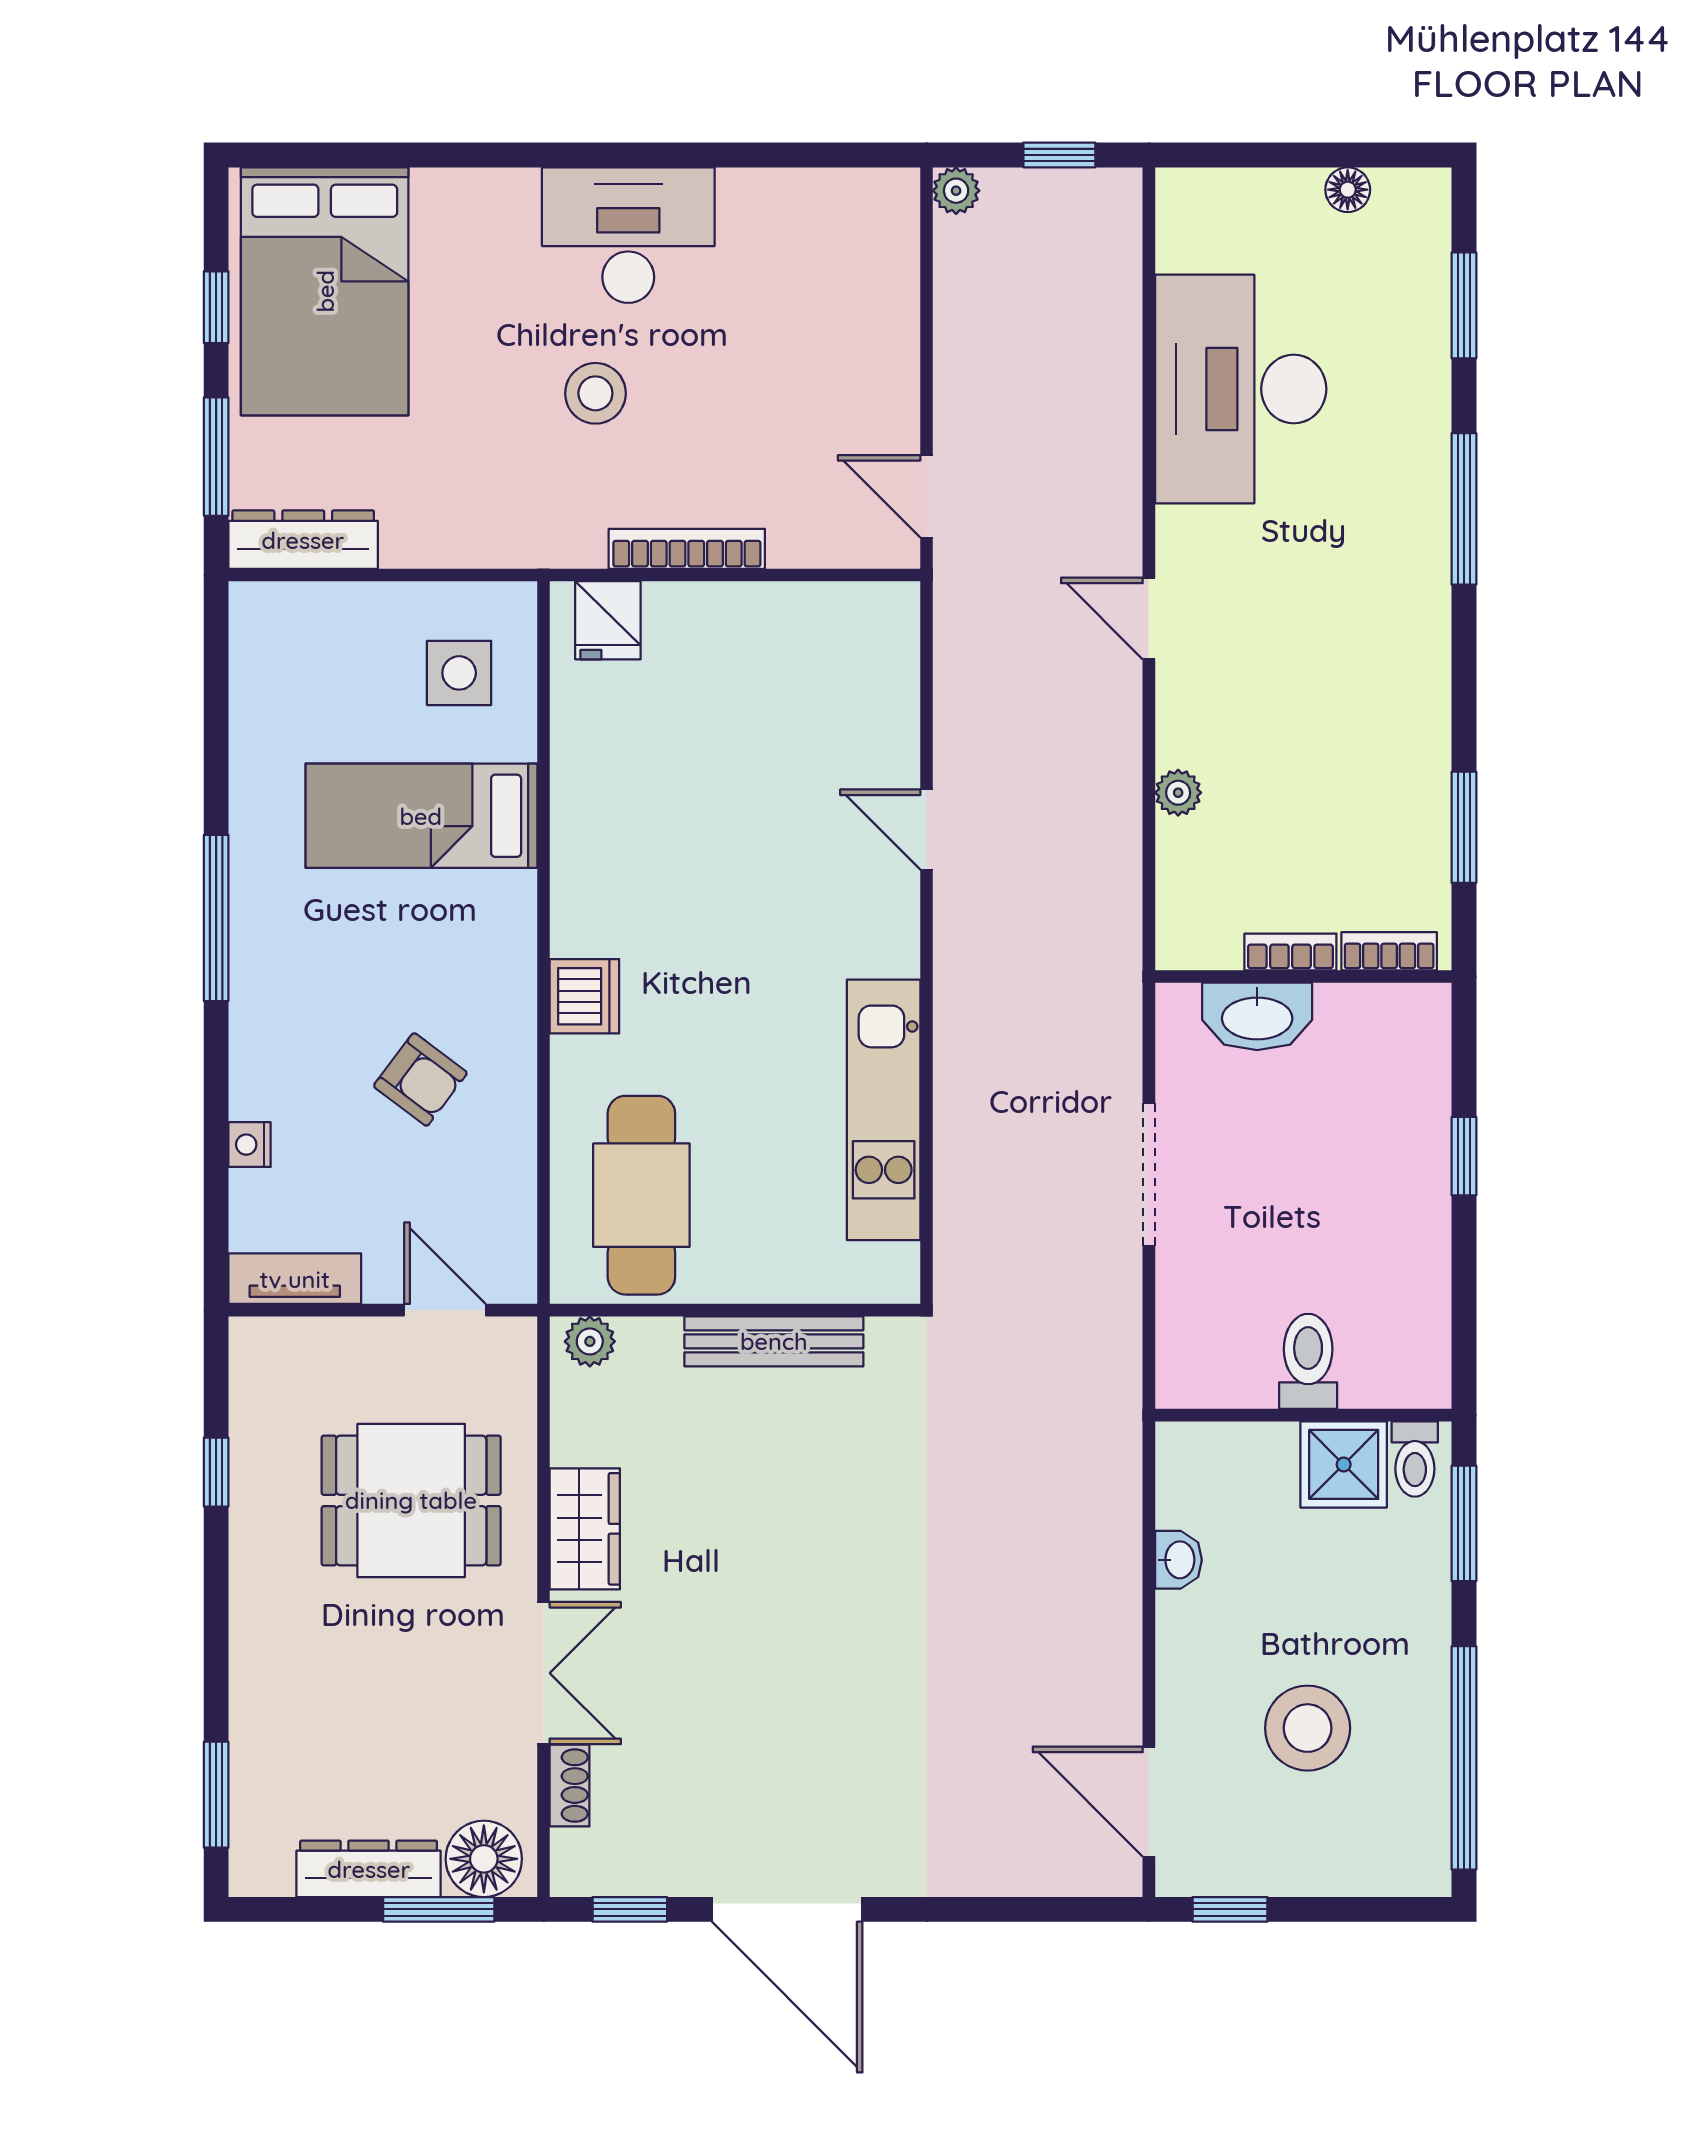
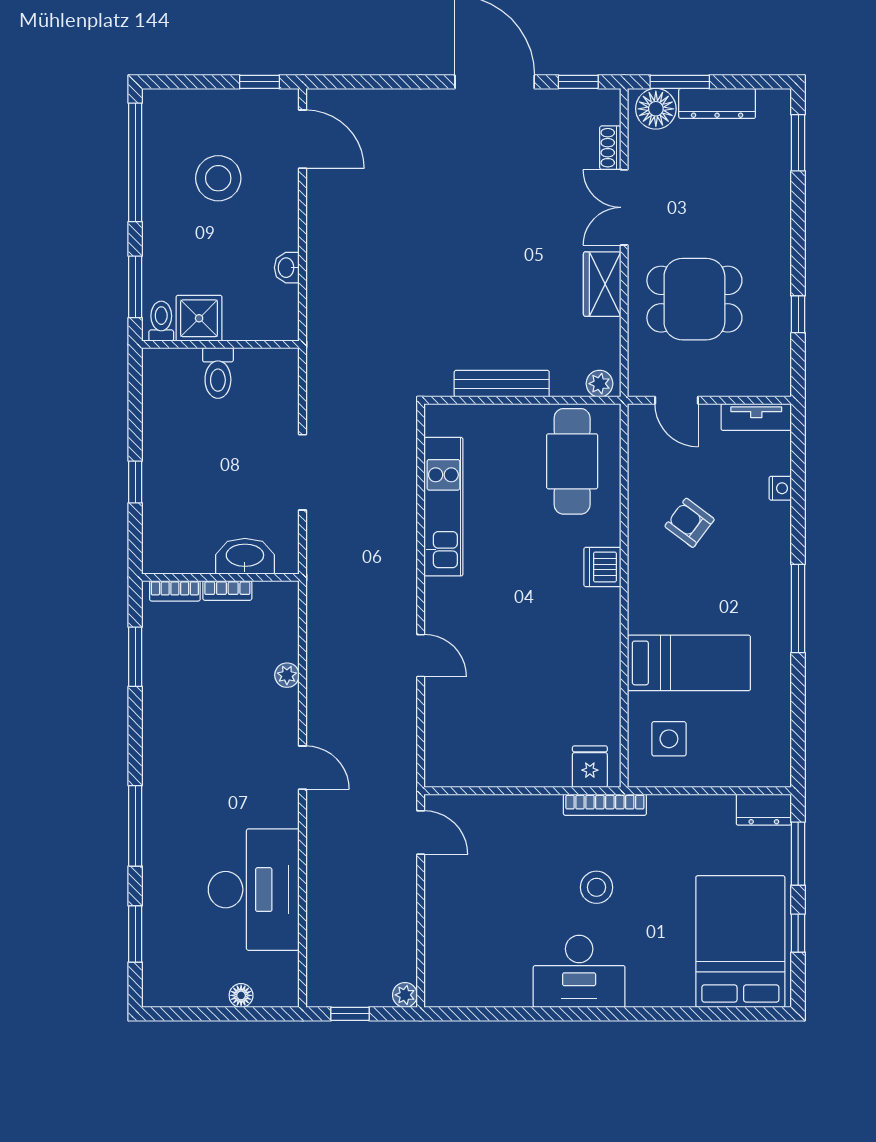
floor lamp: (1348, 190) -> (241, 995), moved
dresser: (303, 540) -> (764, 810), width x0.70
bookcase: (687, 549) -> (605, 805), moved

